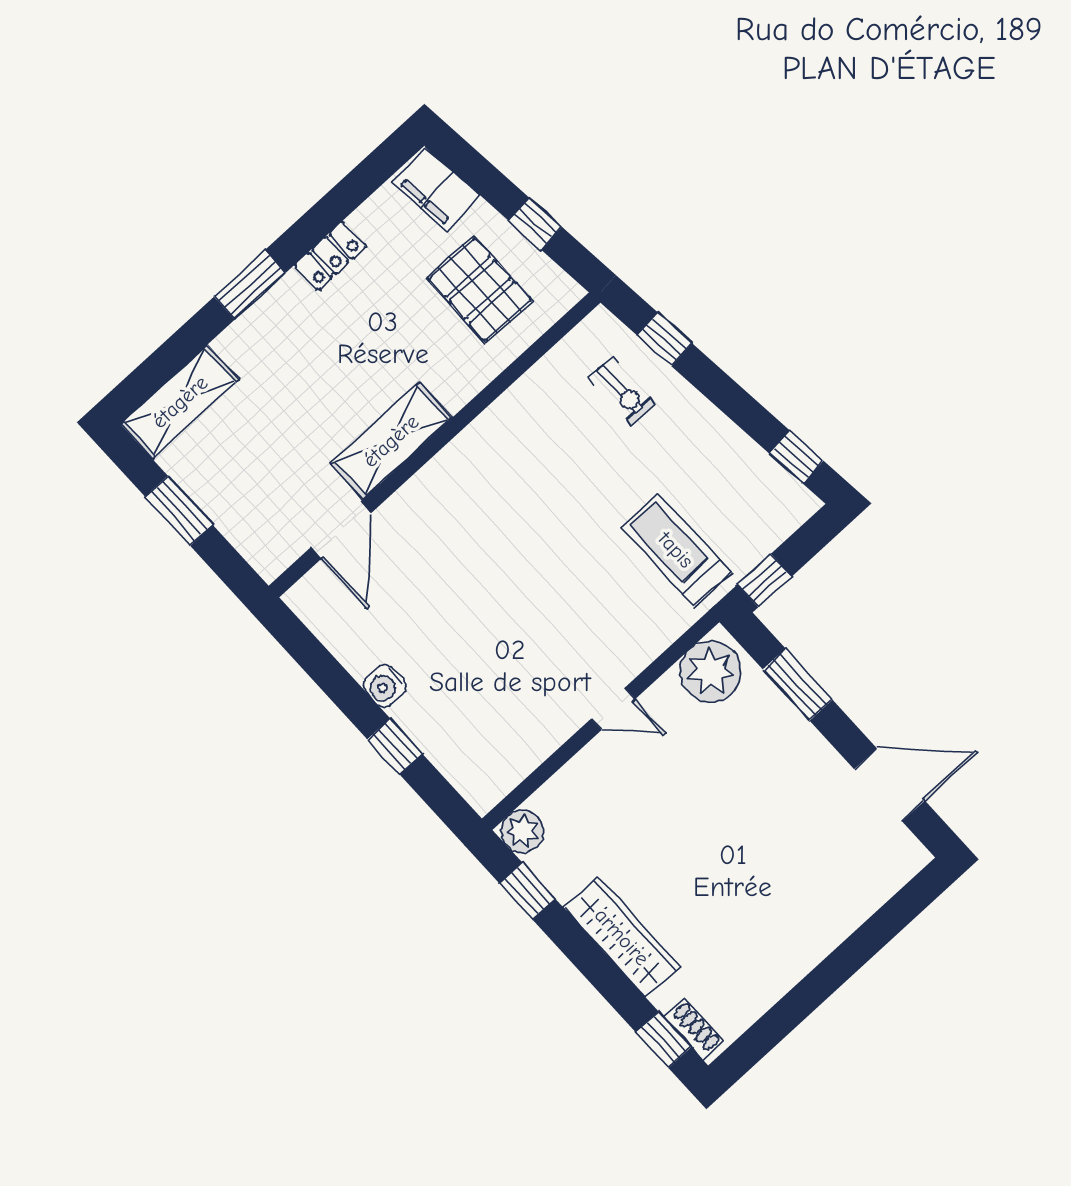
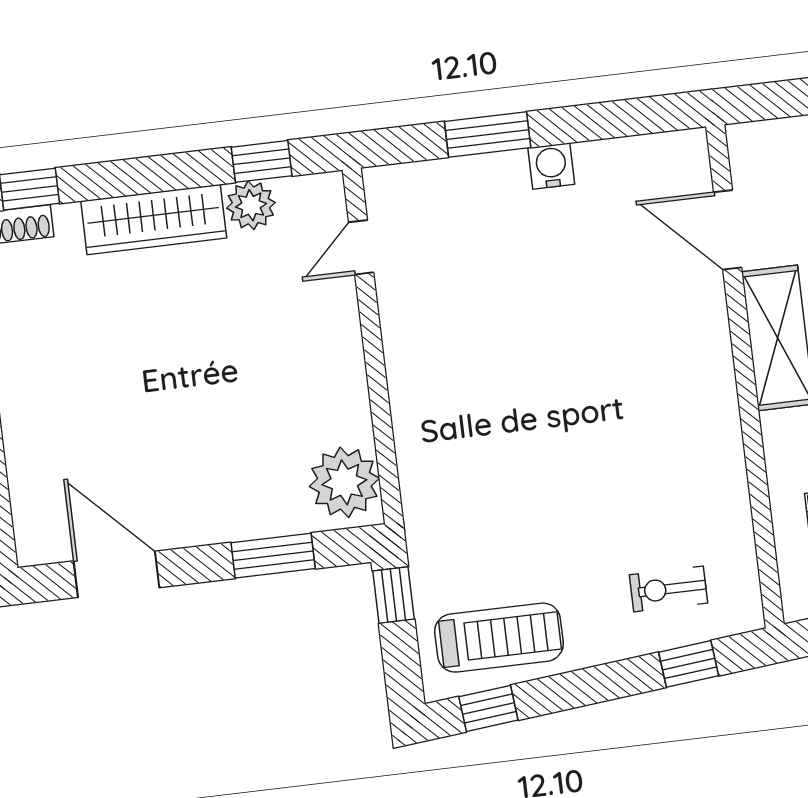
treadmill: (676, 550) -> (499, 638), moved
door: (613, 709) -> (361, 247), moved
window: (395, 746) -> (488, 134), width x1.50
door: (890, 785) -> (117, 574), swing flipped
plant: (522, 831) -> (251, 205), moved

